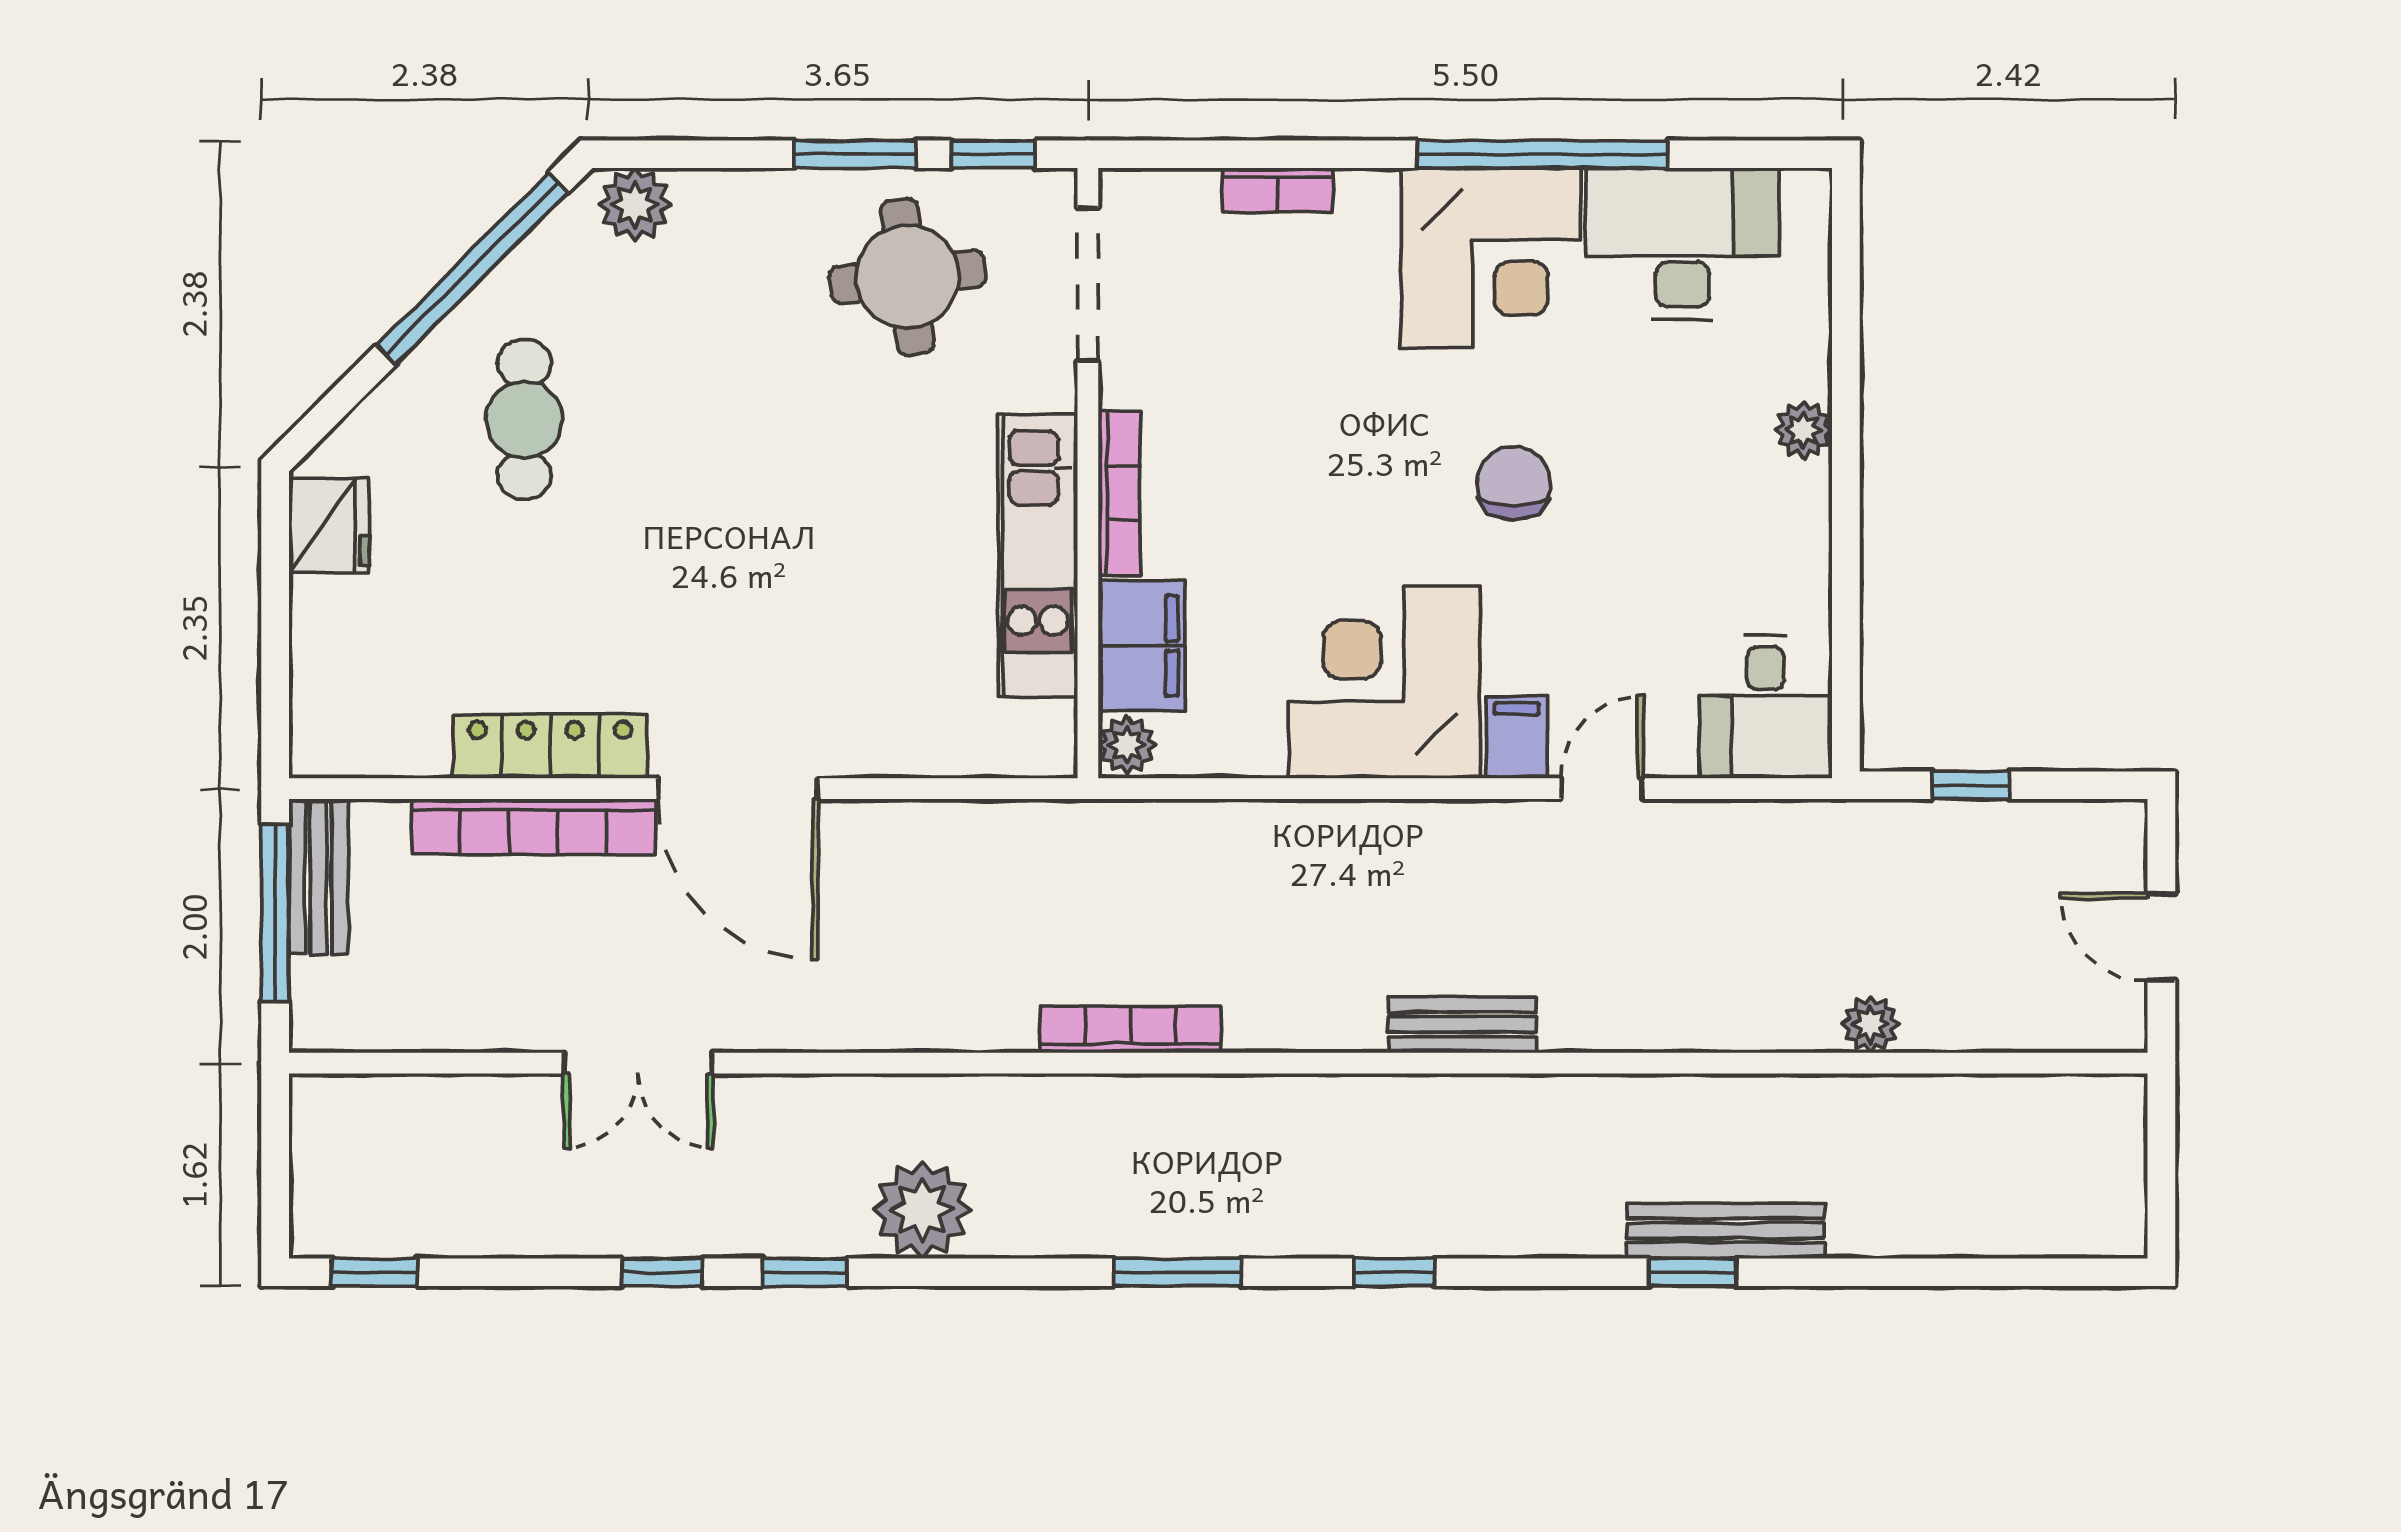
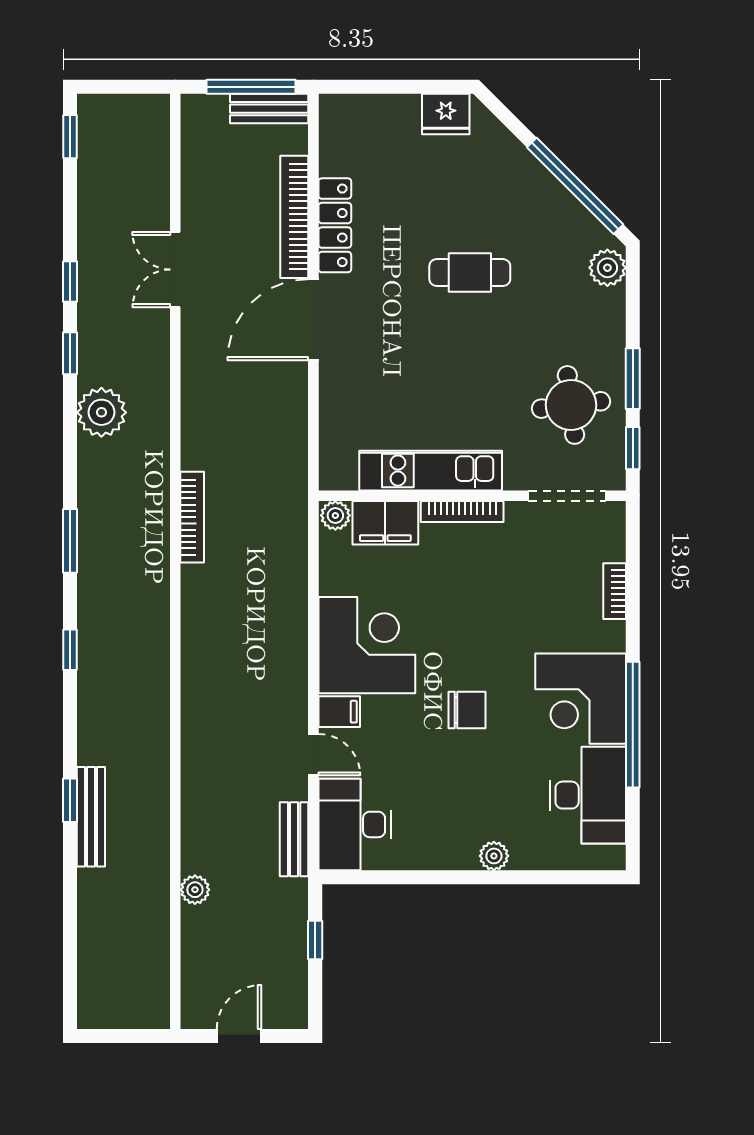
cafe table: (524, 419) -> (470, 273), moved
desk: (1766, 707) -> (355, 824), width x1.37
bench: (1463, 1025) -> (294, 839), moved

